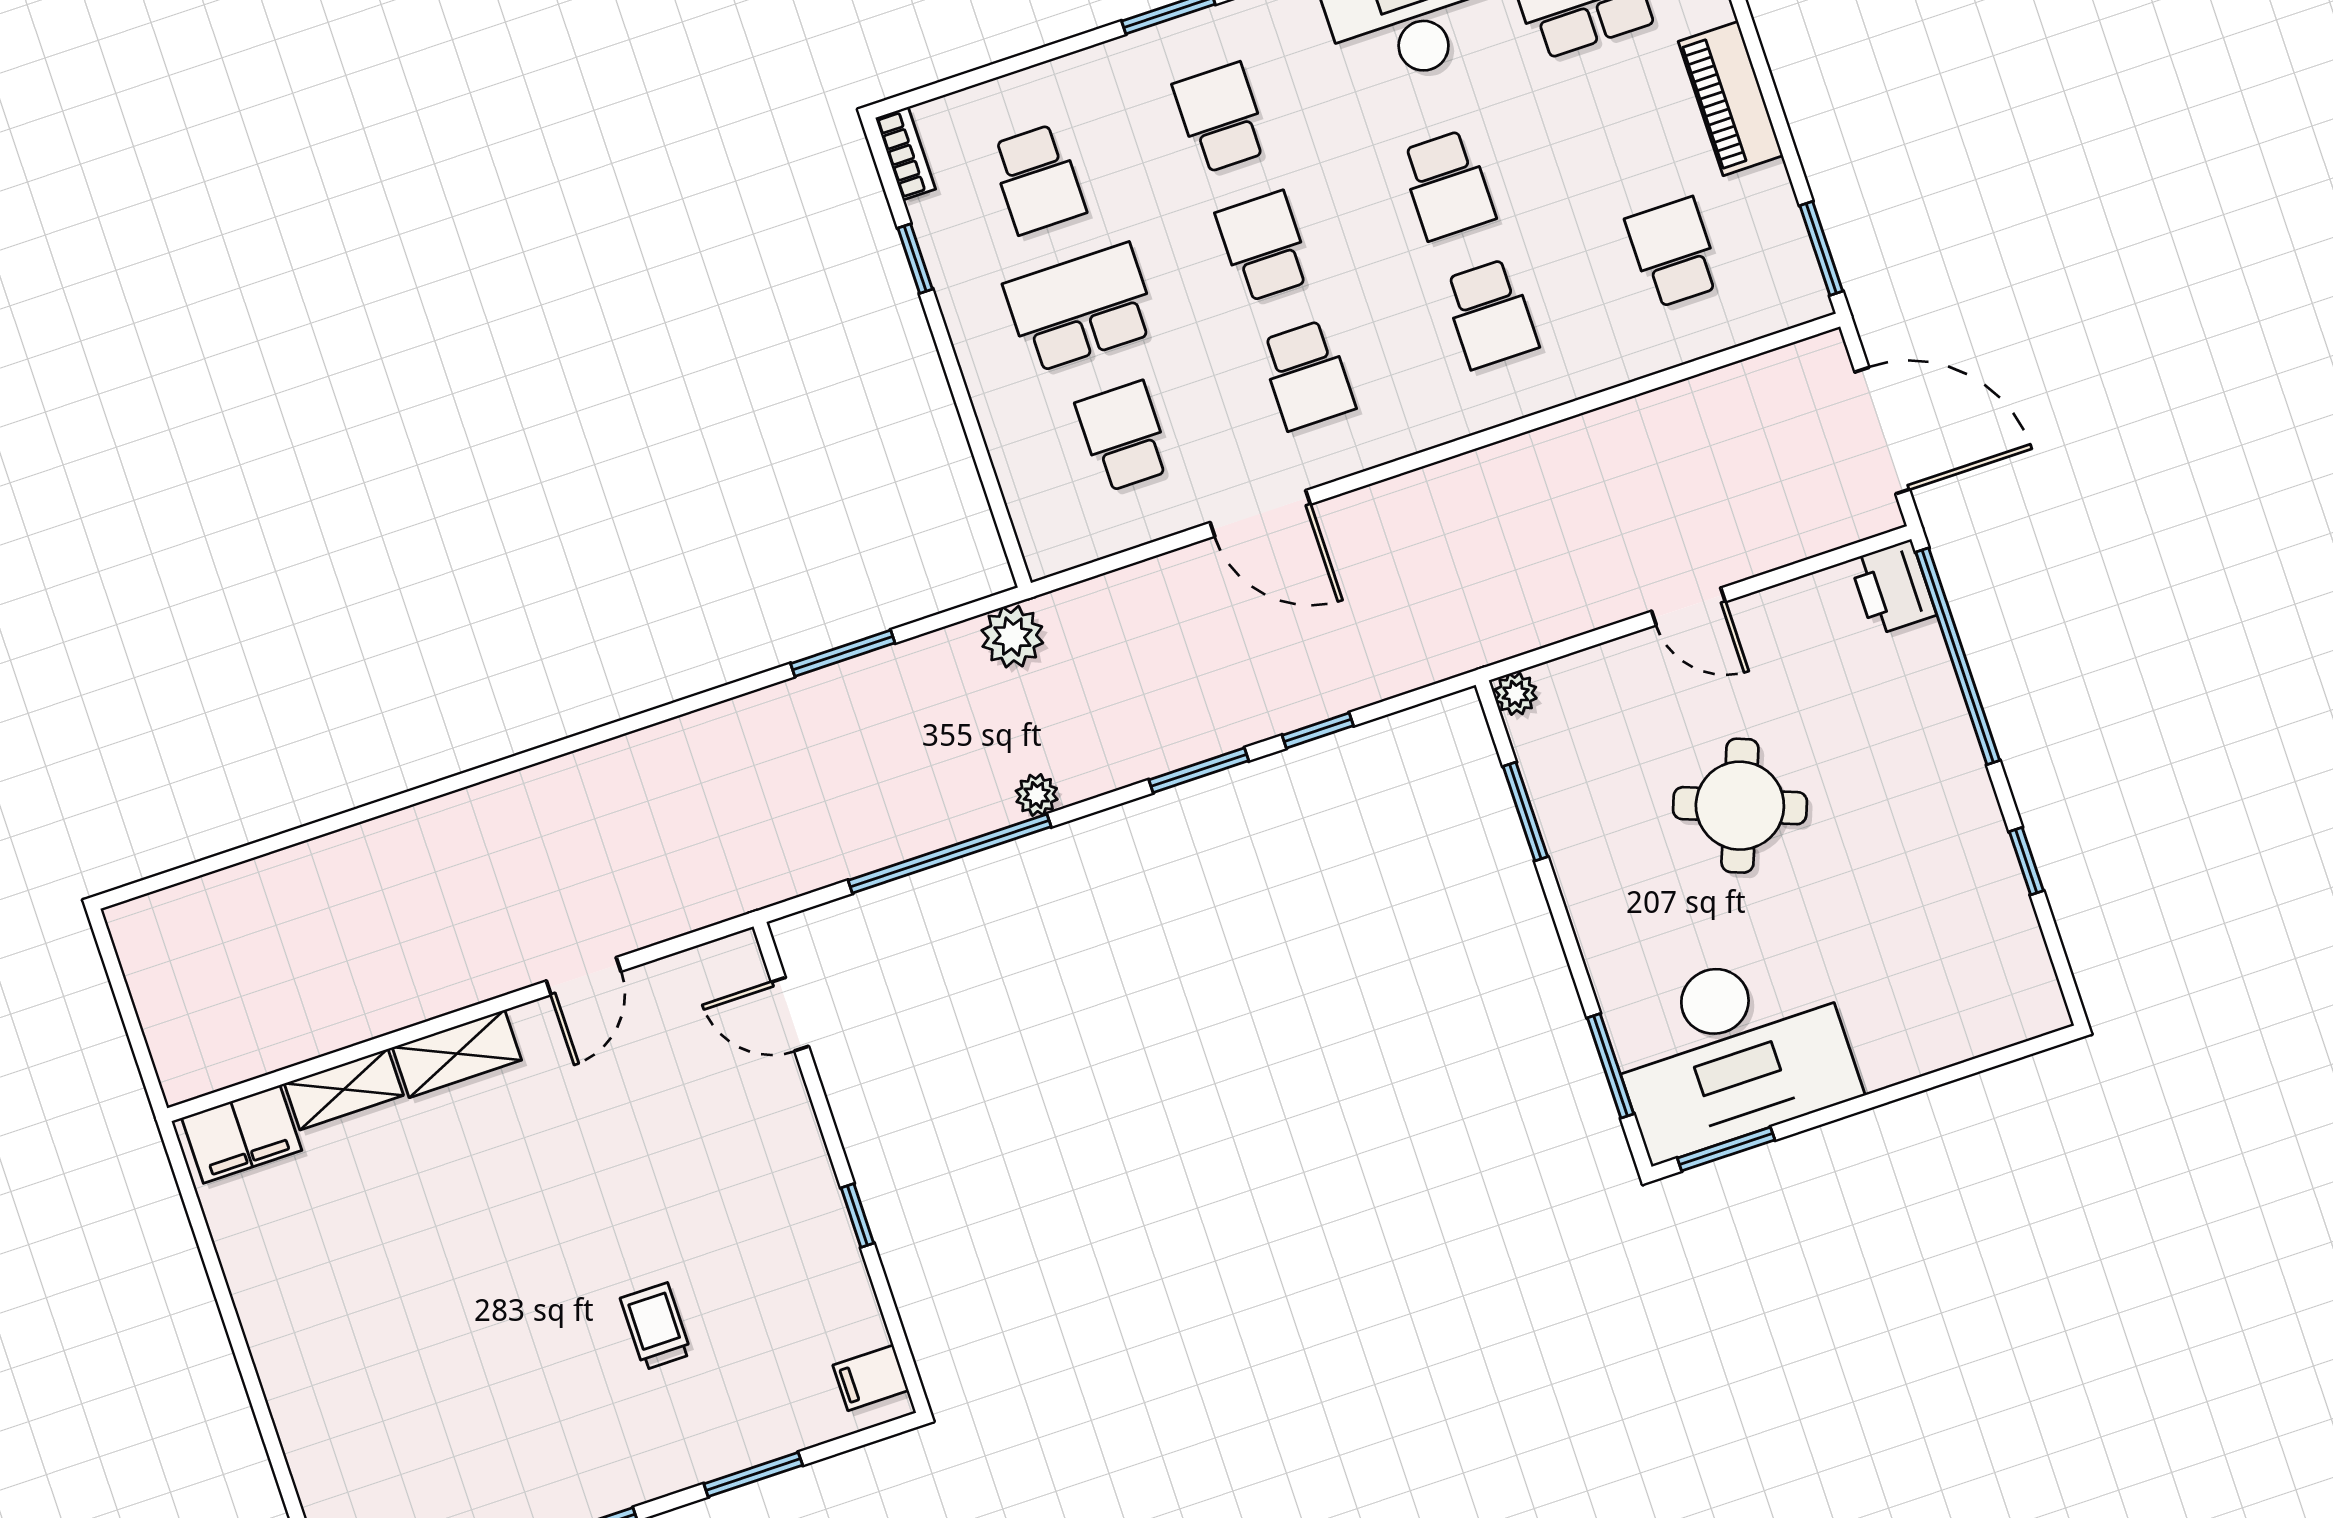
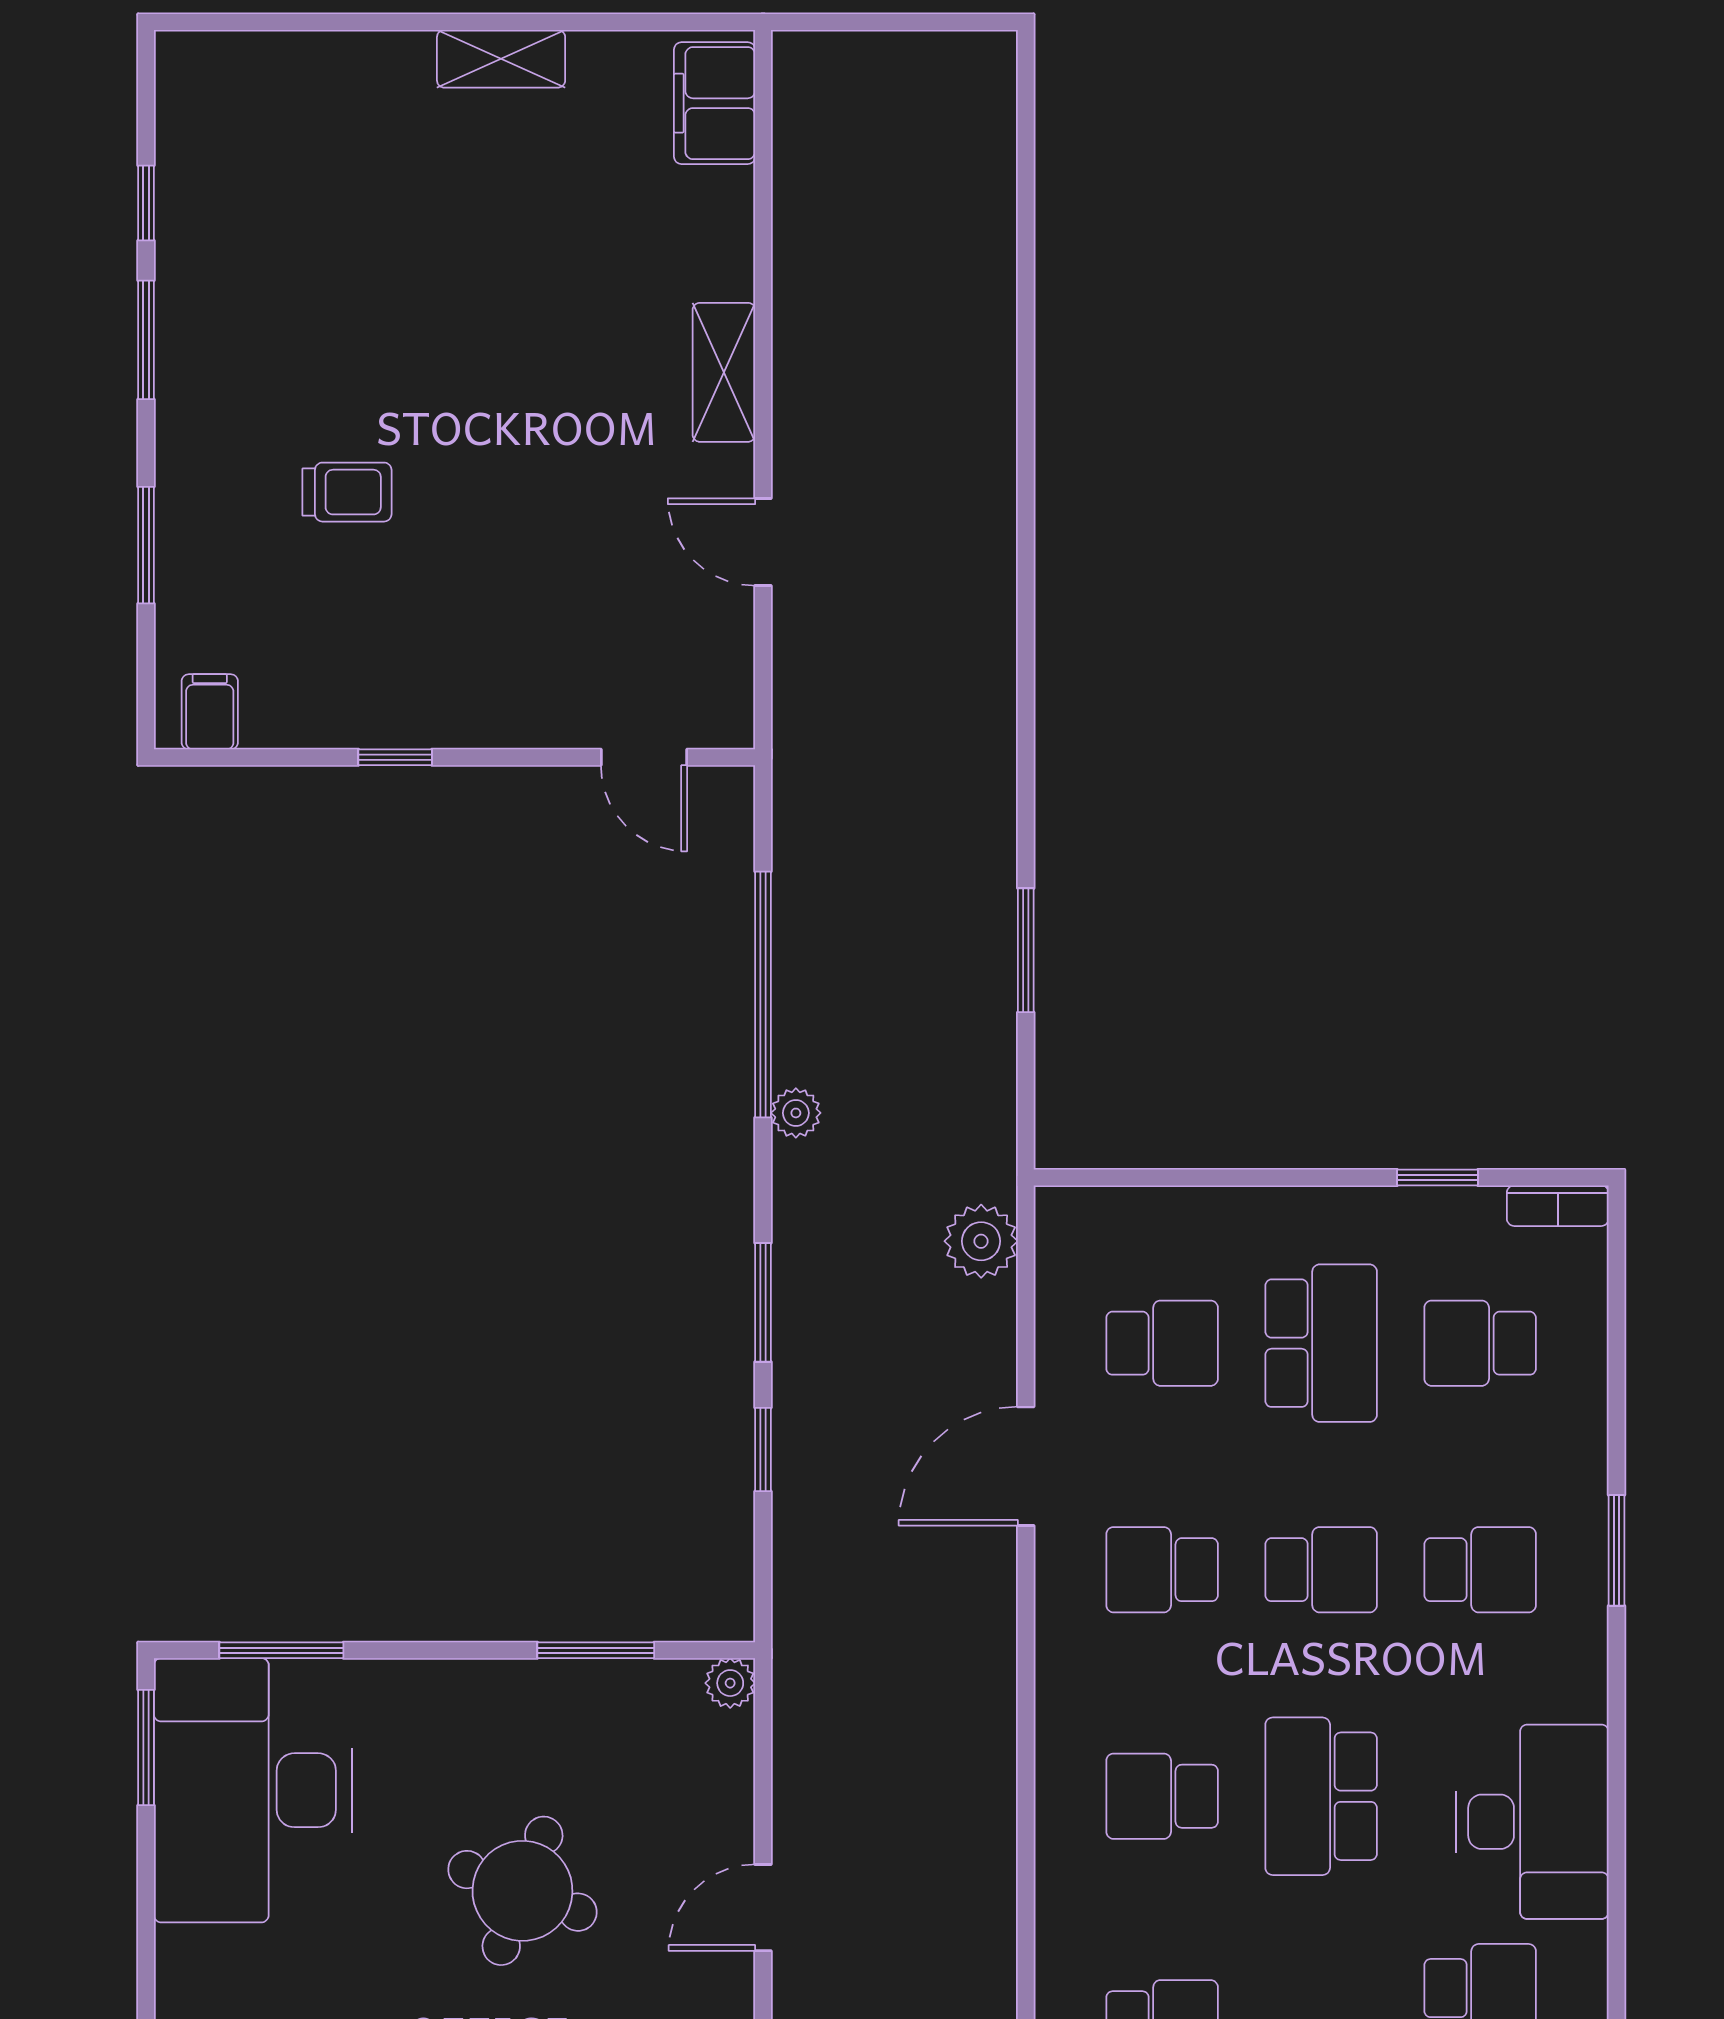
school desk: (1447, 185) -> (1321, 1796), width x1.85
plant: (1012, 637) -> (981, 1241), moved
door: (790, 1014) -> (644, 757), swing flipped
shelving: (344, 1089) -> (501, 59), moved, turned 90

